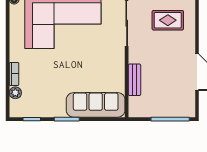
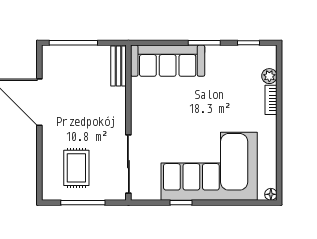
rug: (168, 20) -> (76, 168), turned 90
bench: (134, 80) -> (119, 66), moved

